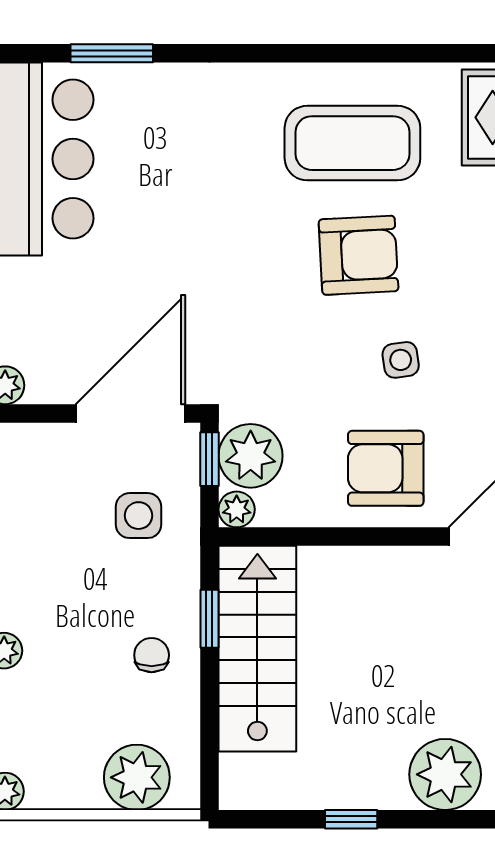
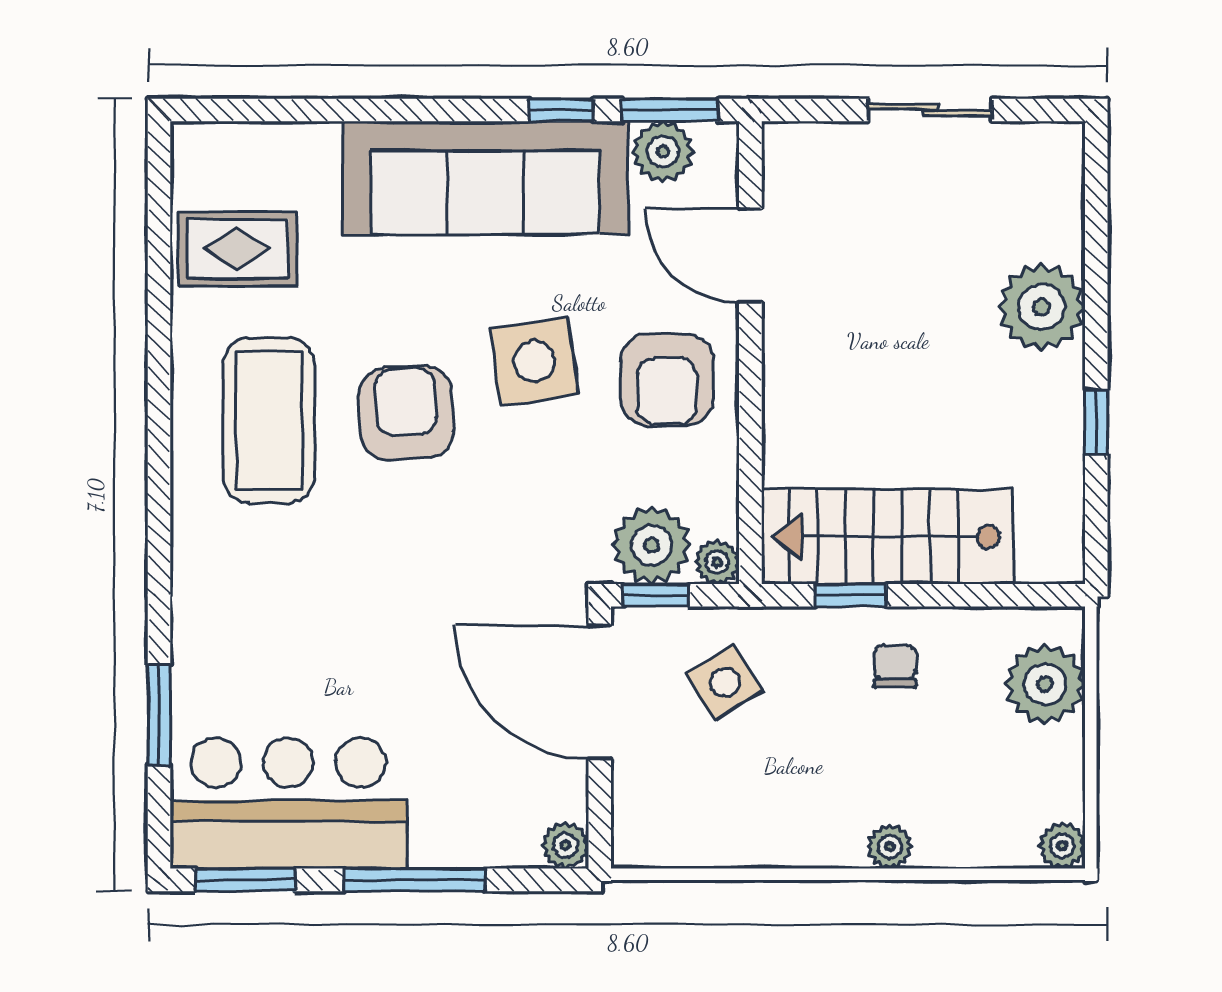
side table: (401, 360) -> (534, 361), width x1.87, depth x1.87
side table: (139, 516) -> (725, 682), turned -32
chair: (152, 655) -> (895, 666), turned 90

